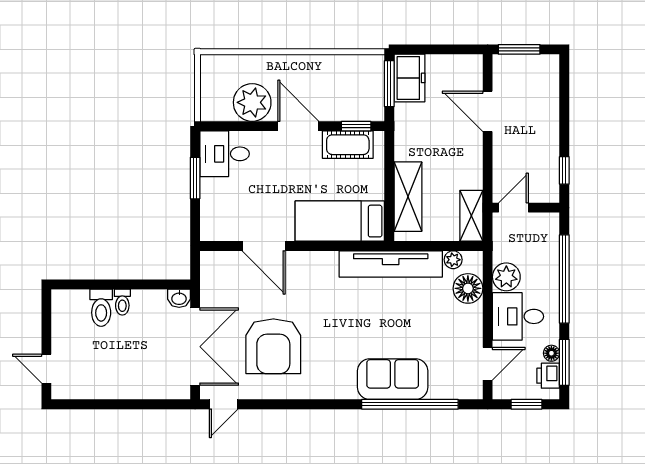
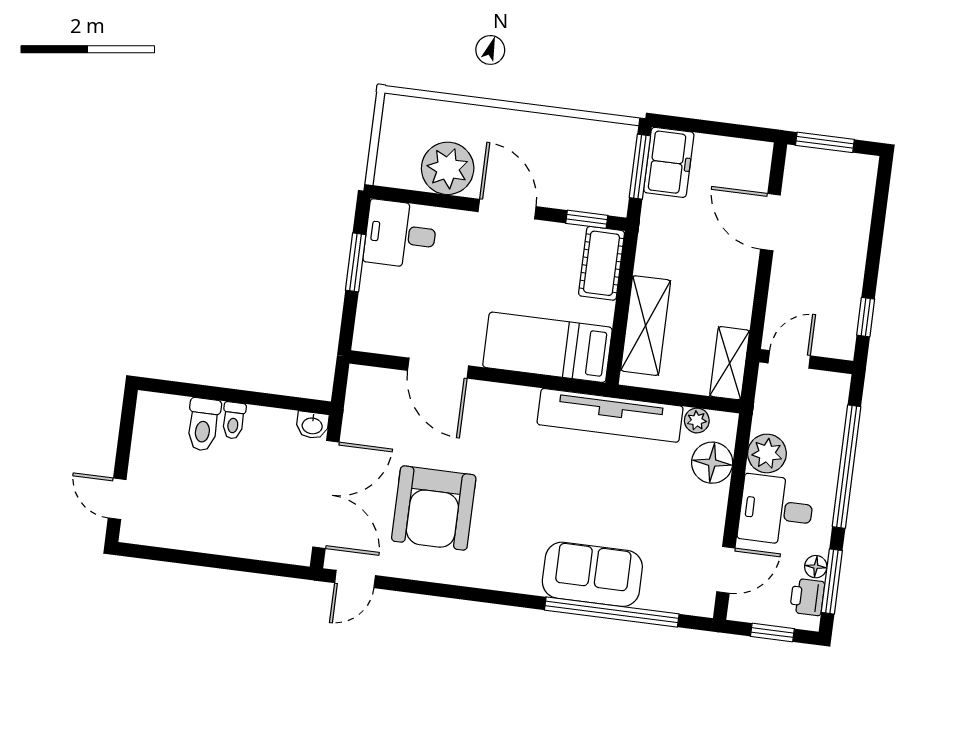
cot: (348, 145) -> (602, 263), moved, turned 90

